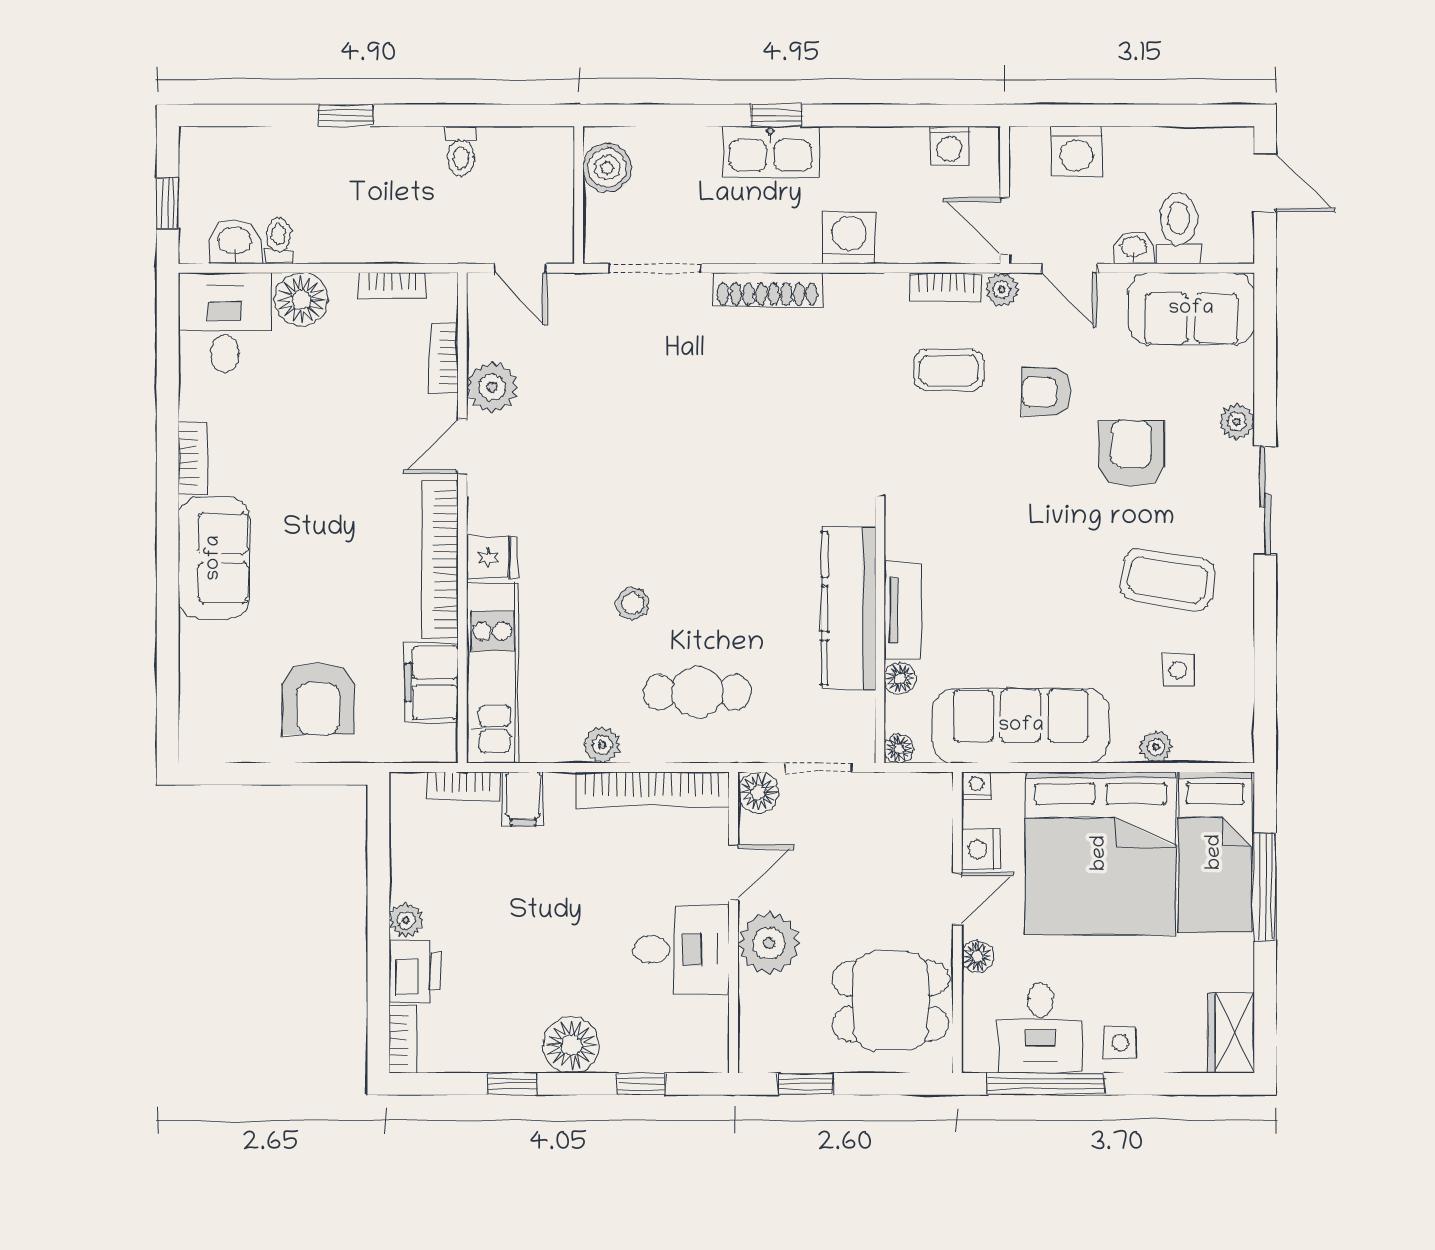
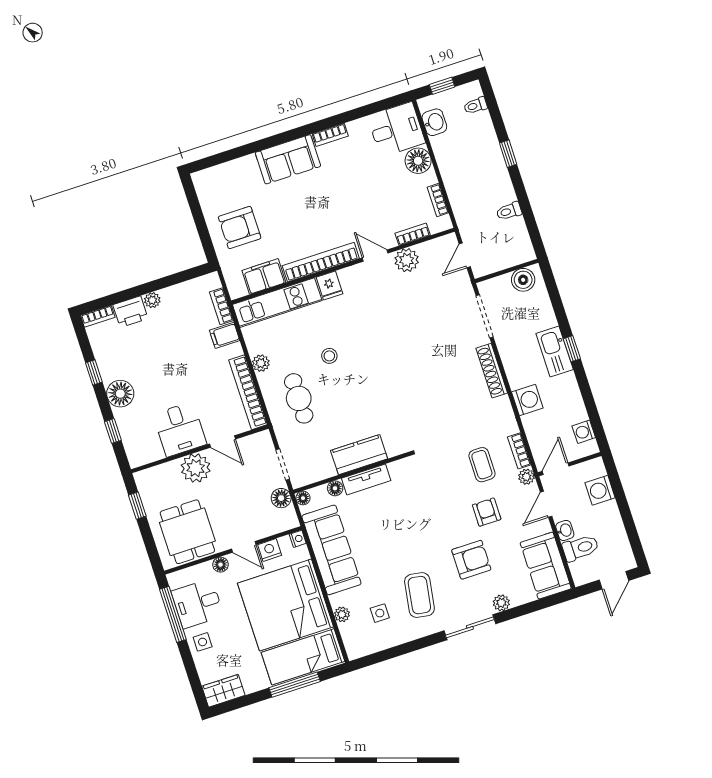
toilet: (279, 241) -> (475, 106), moved, turned 180
kitchen counter: (849, 609) -> (359, 455), width x0.67
floor lamp: (758, 792) -> (281, 498), moved

